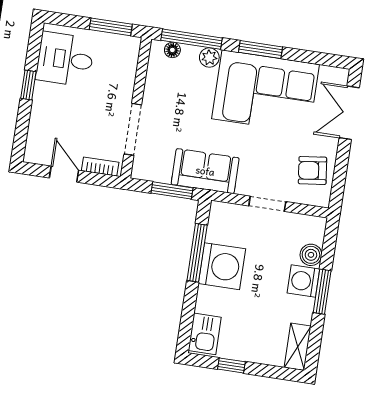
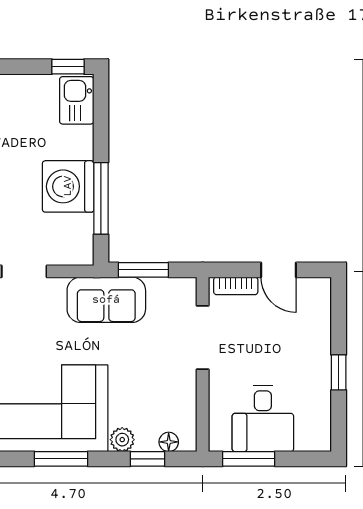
window: (191, 39) -> (147, 459), width x0.46
desk: (65, 59) -> (263, 419), moved, turned 90
window: (231, 365) -> (68, 67), moved

